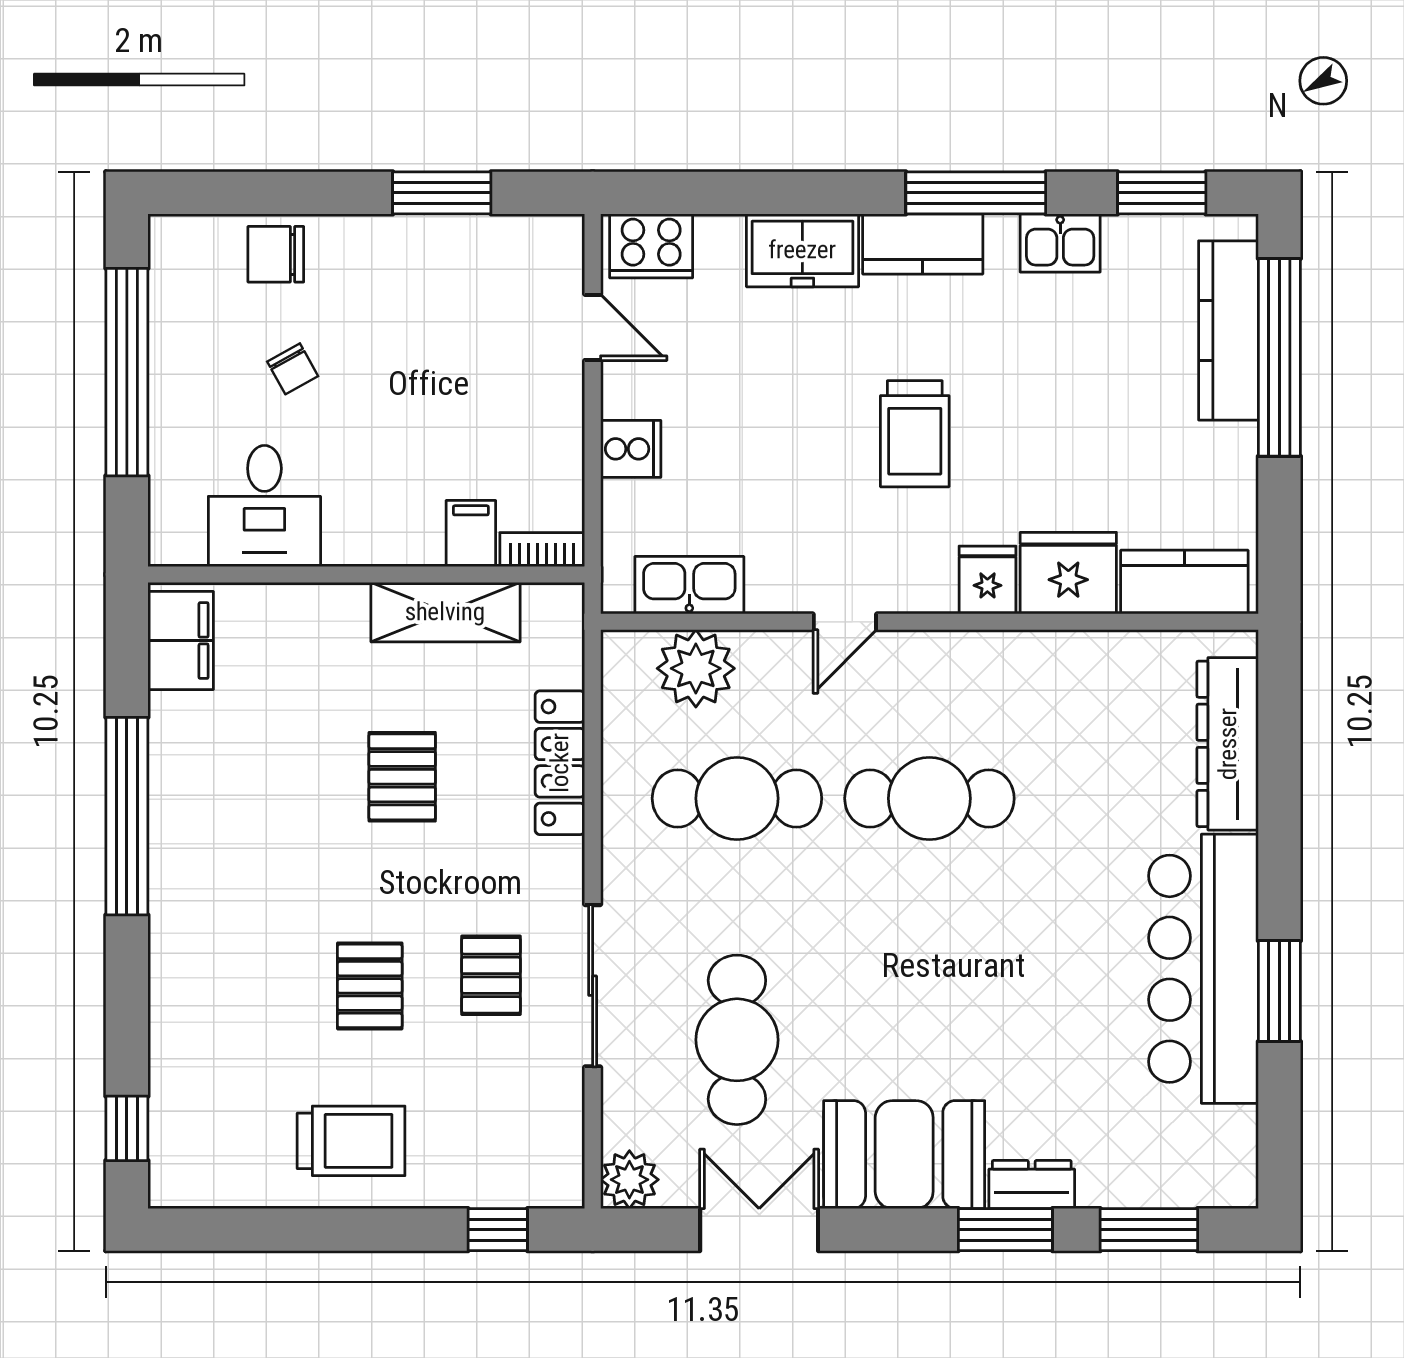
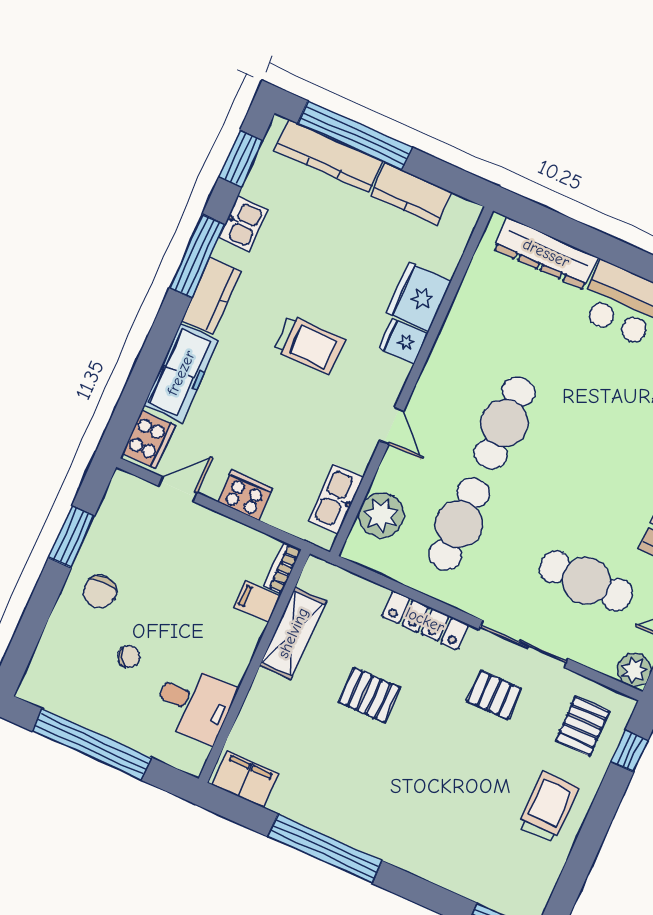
freezer: (802, 250) -> (181, 373), width x1.40
chair: (276, 254) -> (100, 592), moved
cooker: (631, 449) -> (245, 495), width x1.36
kitchen counter: (1184, 582) -> (411, 194), moved, turned -90
locker: (560, 763) -> (425, 620), moved
pallet: (370, 986) -> (583, 726), moved, turned 90

